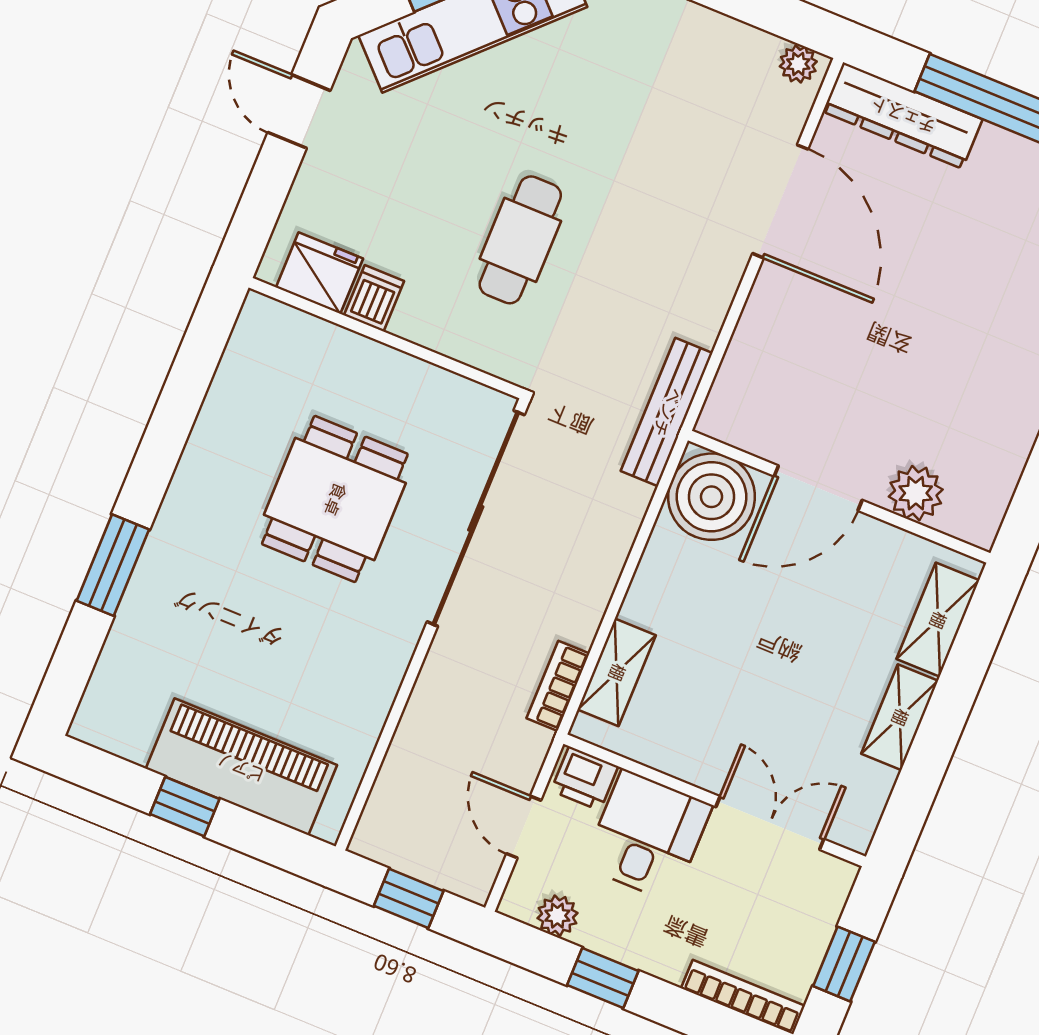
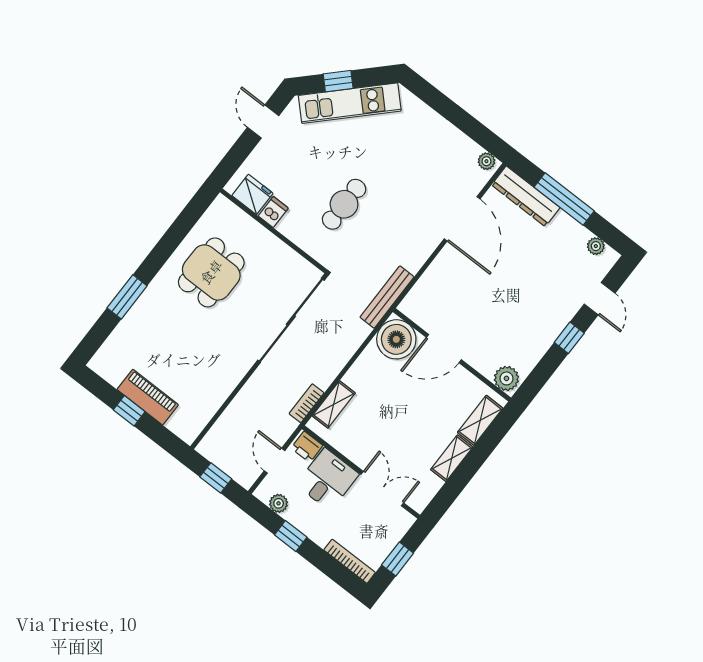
plant: (916, 493) -> (506, 378), moved
dining table: (335, 499) -> (211, 272), moved
piano: (241, 767) -> (148, 397), width x0.73, depth x0.75

